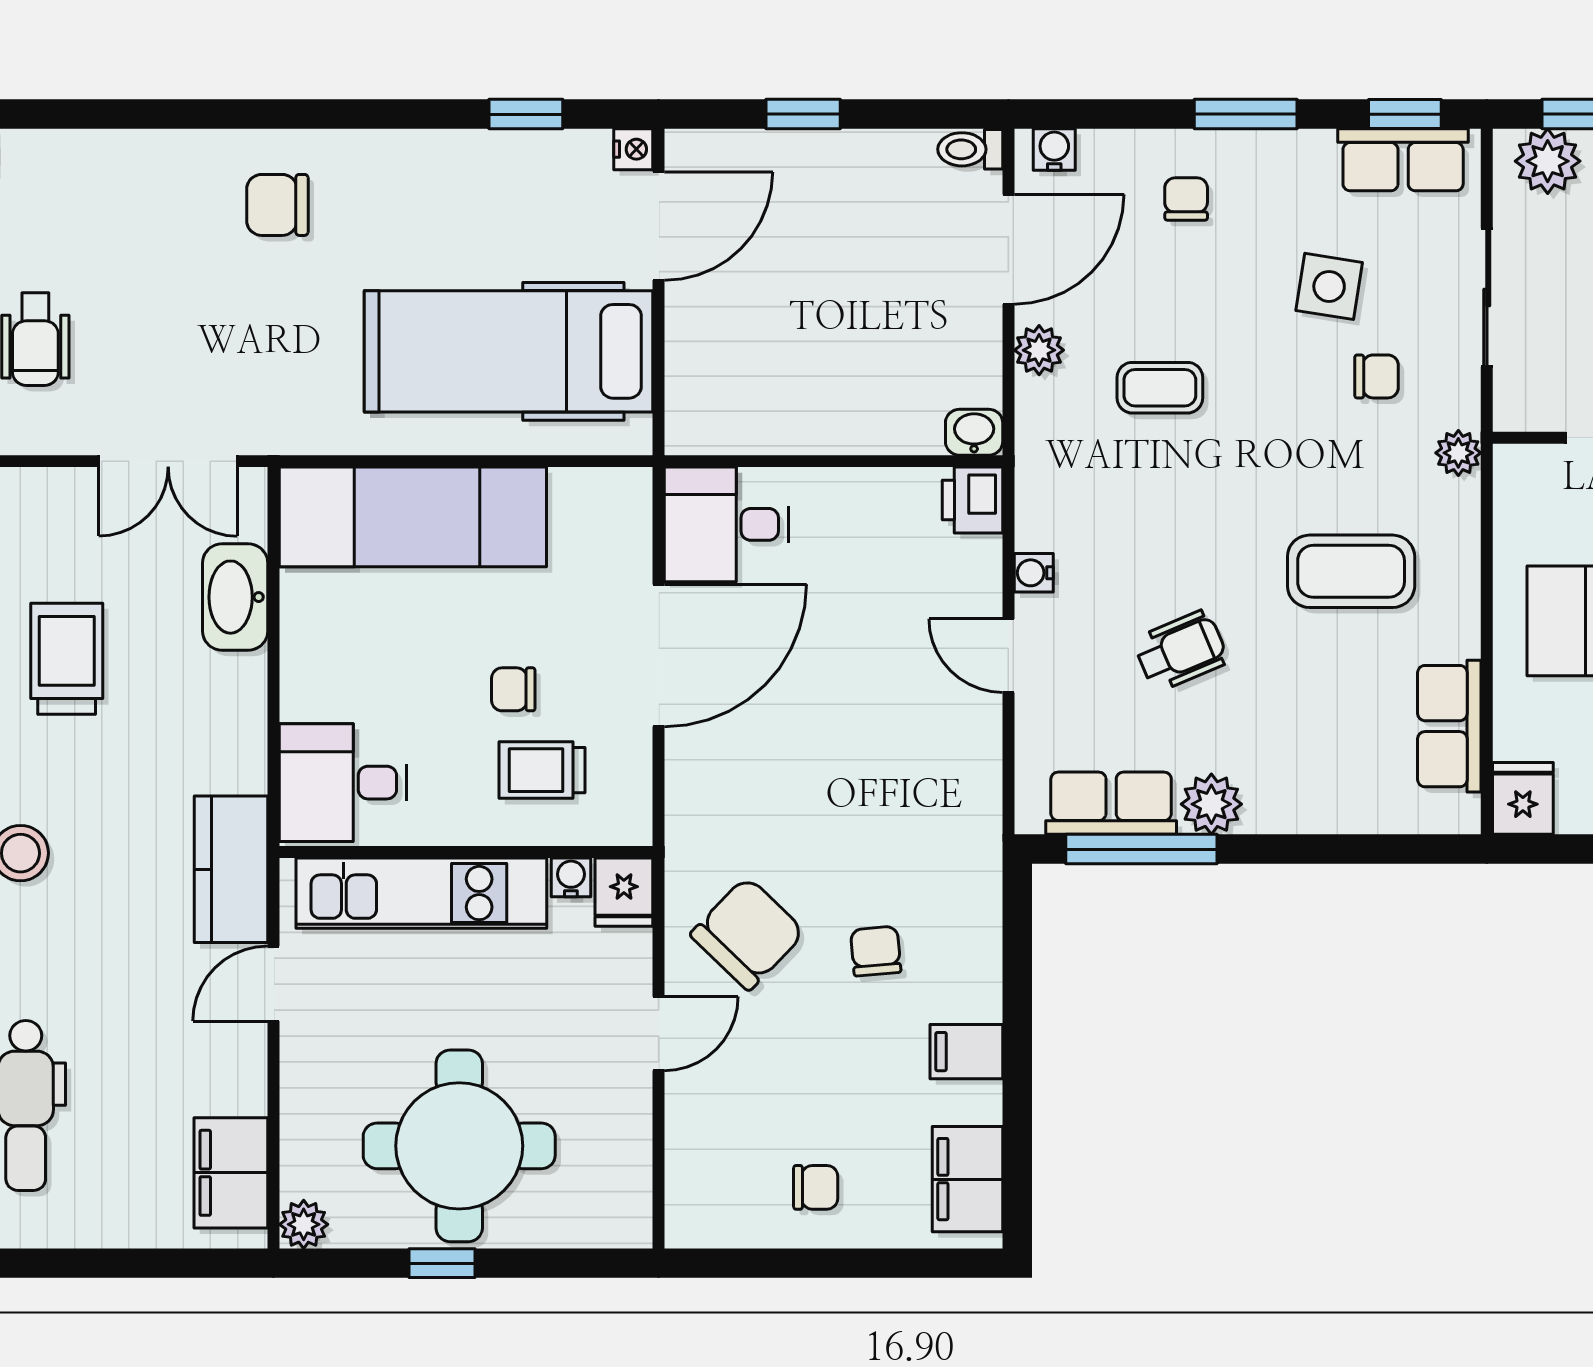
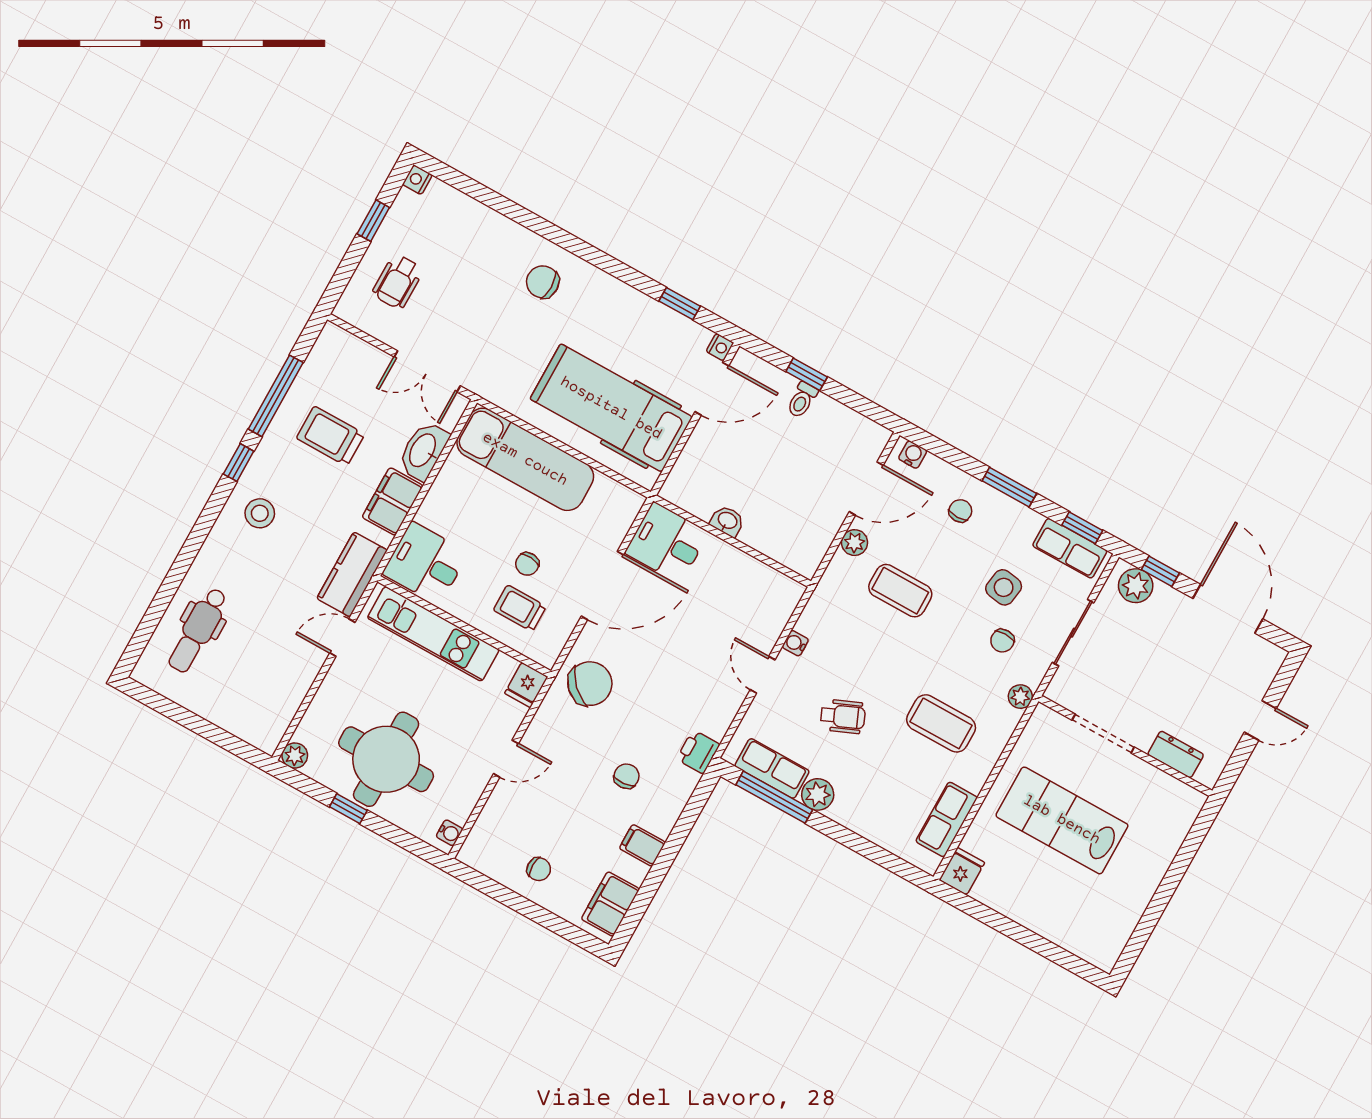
toilet: (970, 149) -> (802, 400), moved, turned -90
chair: (1377, 376) -> (1002, 641), turned 90
coffee table: (1160, 388) -> (900, 591), width x1.36, depth x1.30
washbasin: (974, 432) -> (727, 521), moved
printer: (973, 500) -> (698, 752), moved
trolley: (67, 659) -> (330, 436), turned -90
chair: (513, 689) -> (527, 564), turned -85
water cooler: (571, 877) -> (449, 833), moved, turned 90
chair: (748, 933) -> (590, 684), moved
filing cabinet: (231, 1173) -> (393, 501), moved

